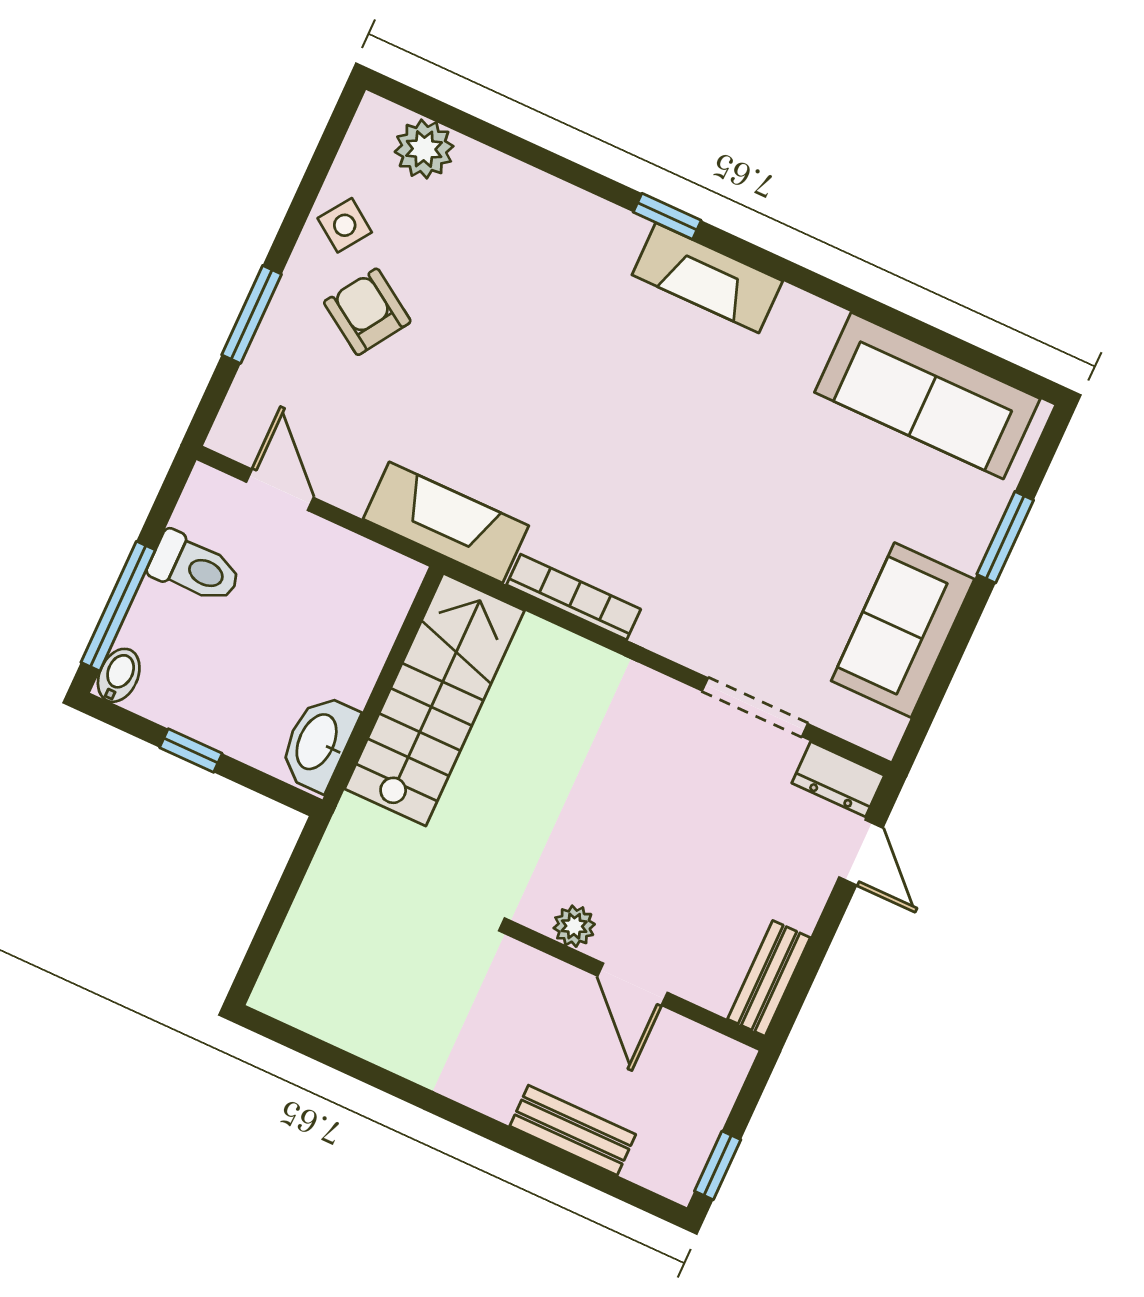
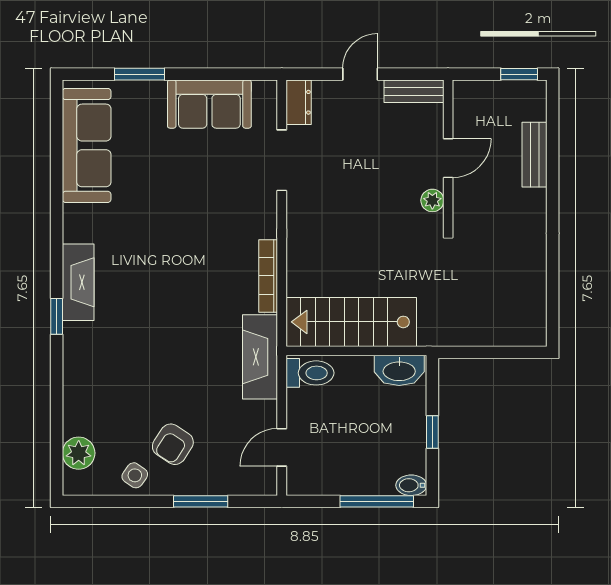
toilet: (195, 568) -> (310, 373), moved, turned 90
door: (861, 852) -> (360, 74), moved

